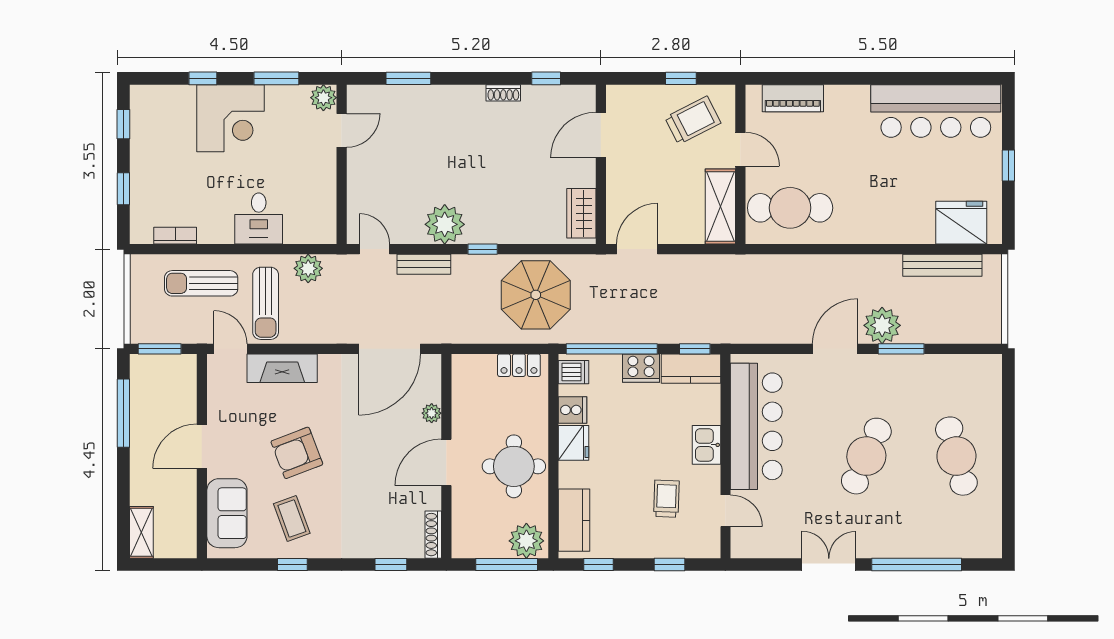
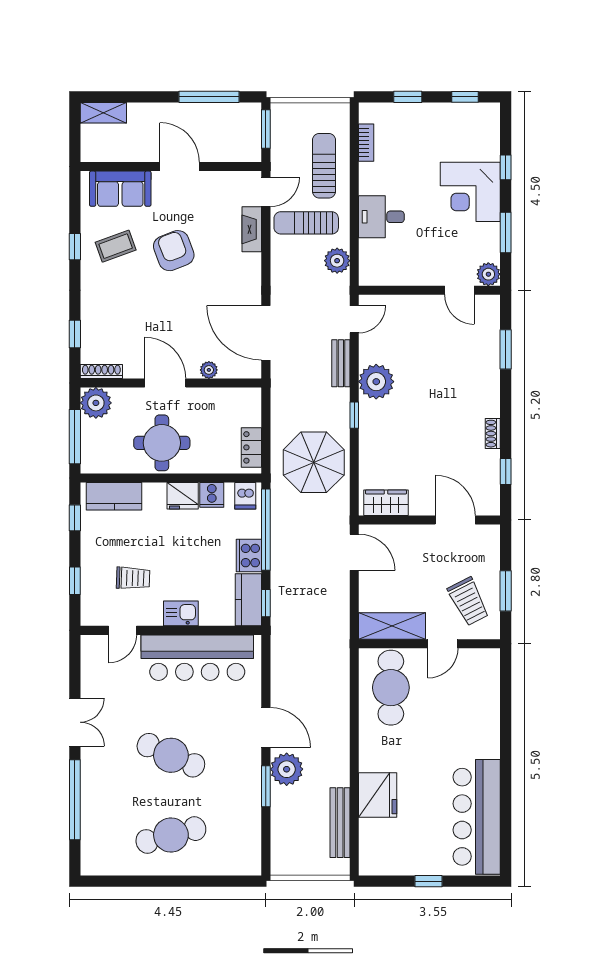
window: (681, 78) -> (506, 591), width x1.50
piano: (793, 98) -> (488, 690), removed
fridge: (961, 223) -> (378, 795), moved
fireplace: (282, 368) -> (252, 229), width x0.73, depth x0.76
plant: (526, 541) -> (96, 403), moved

